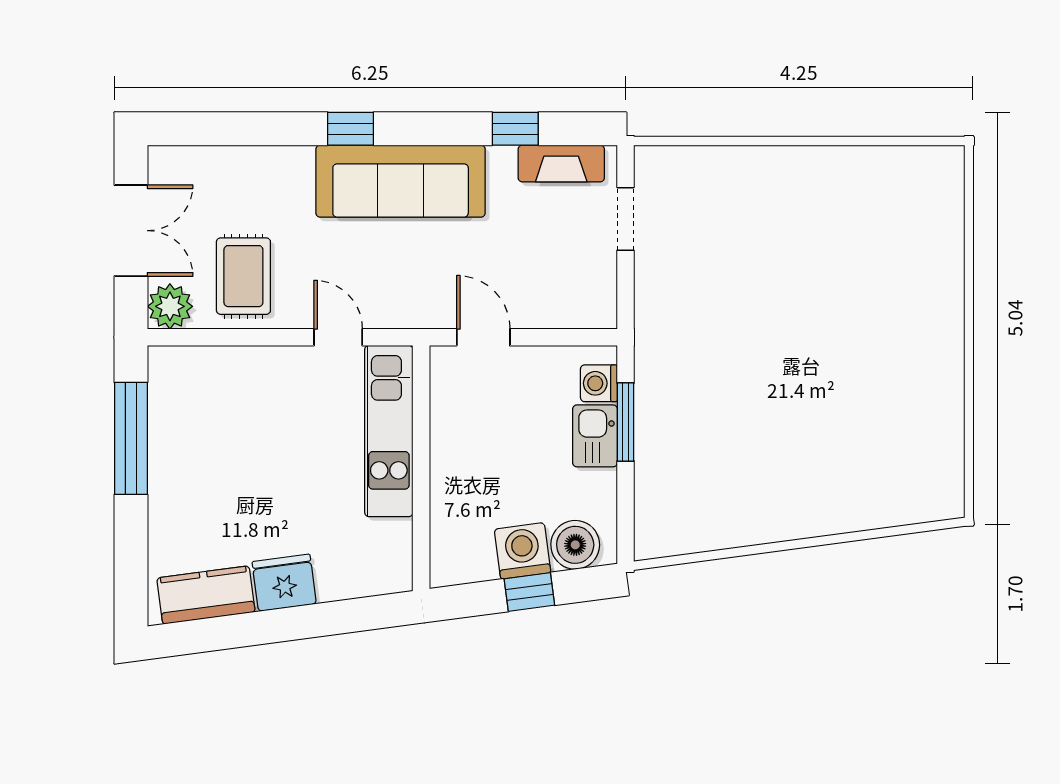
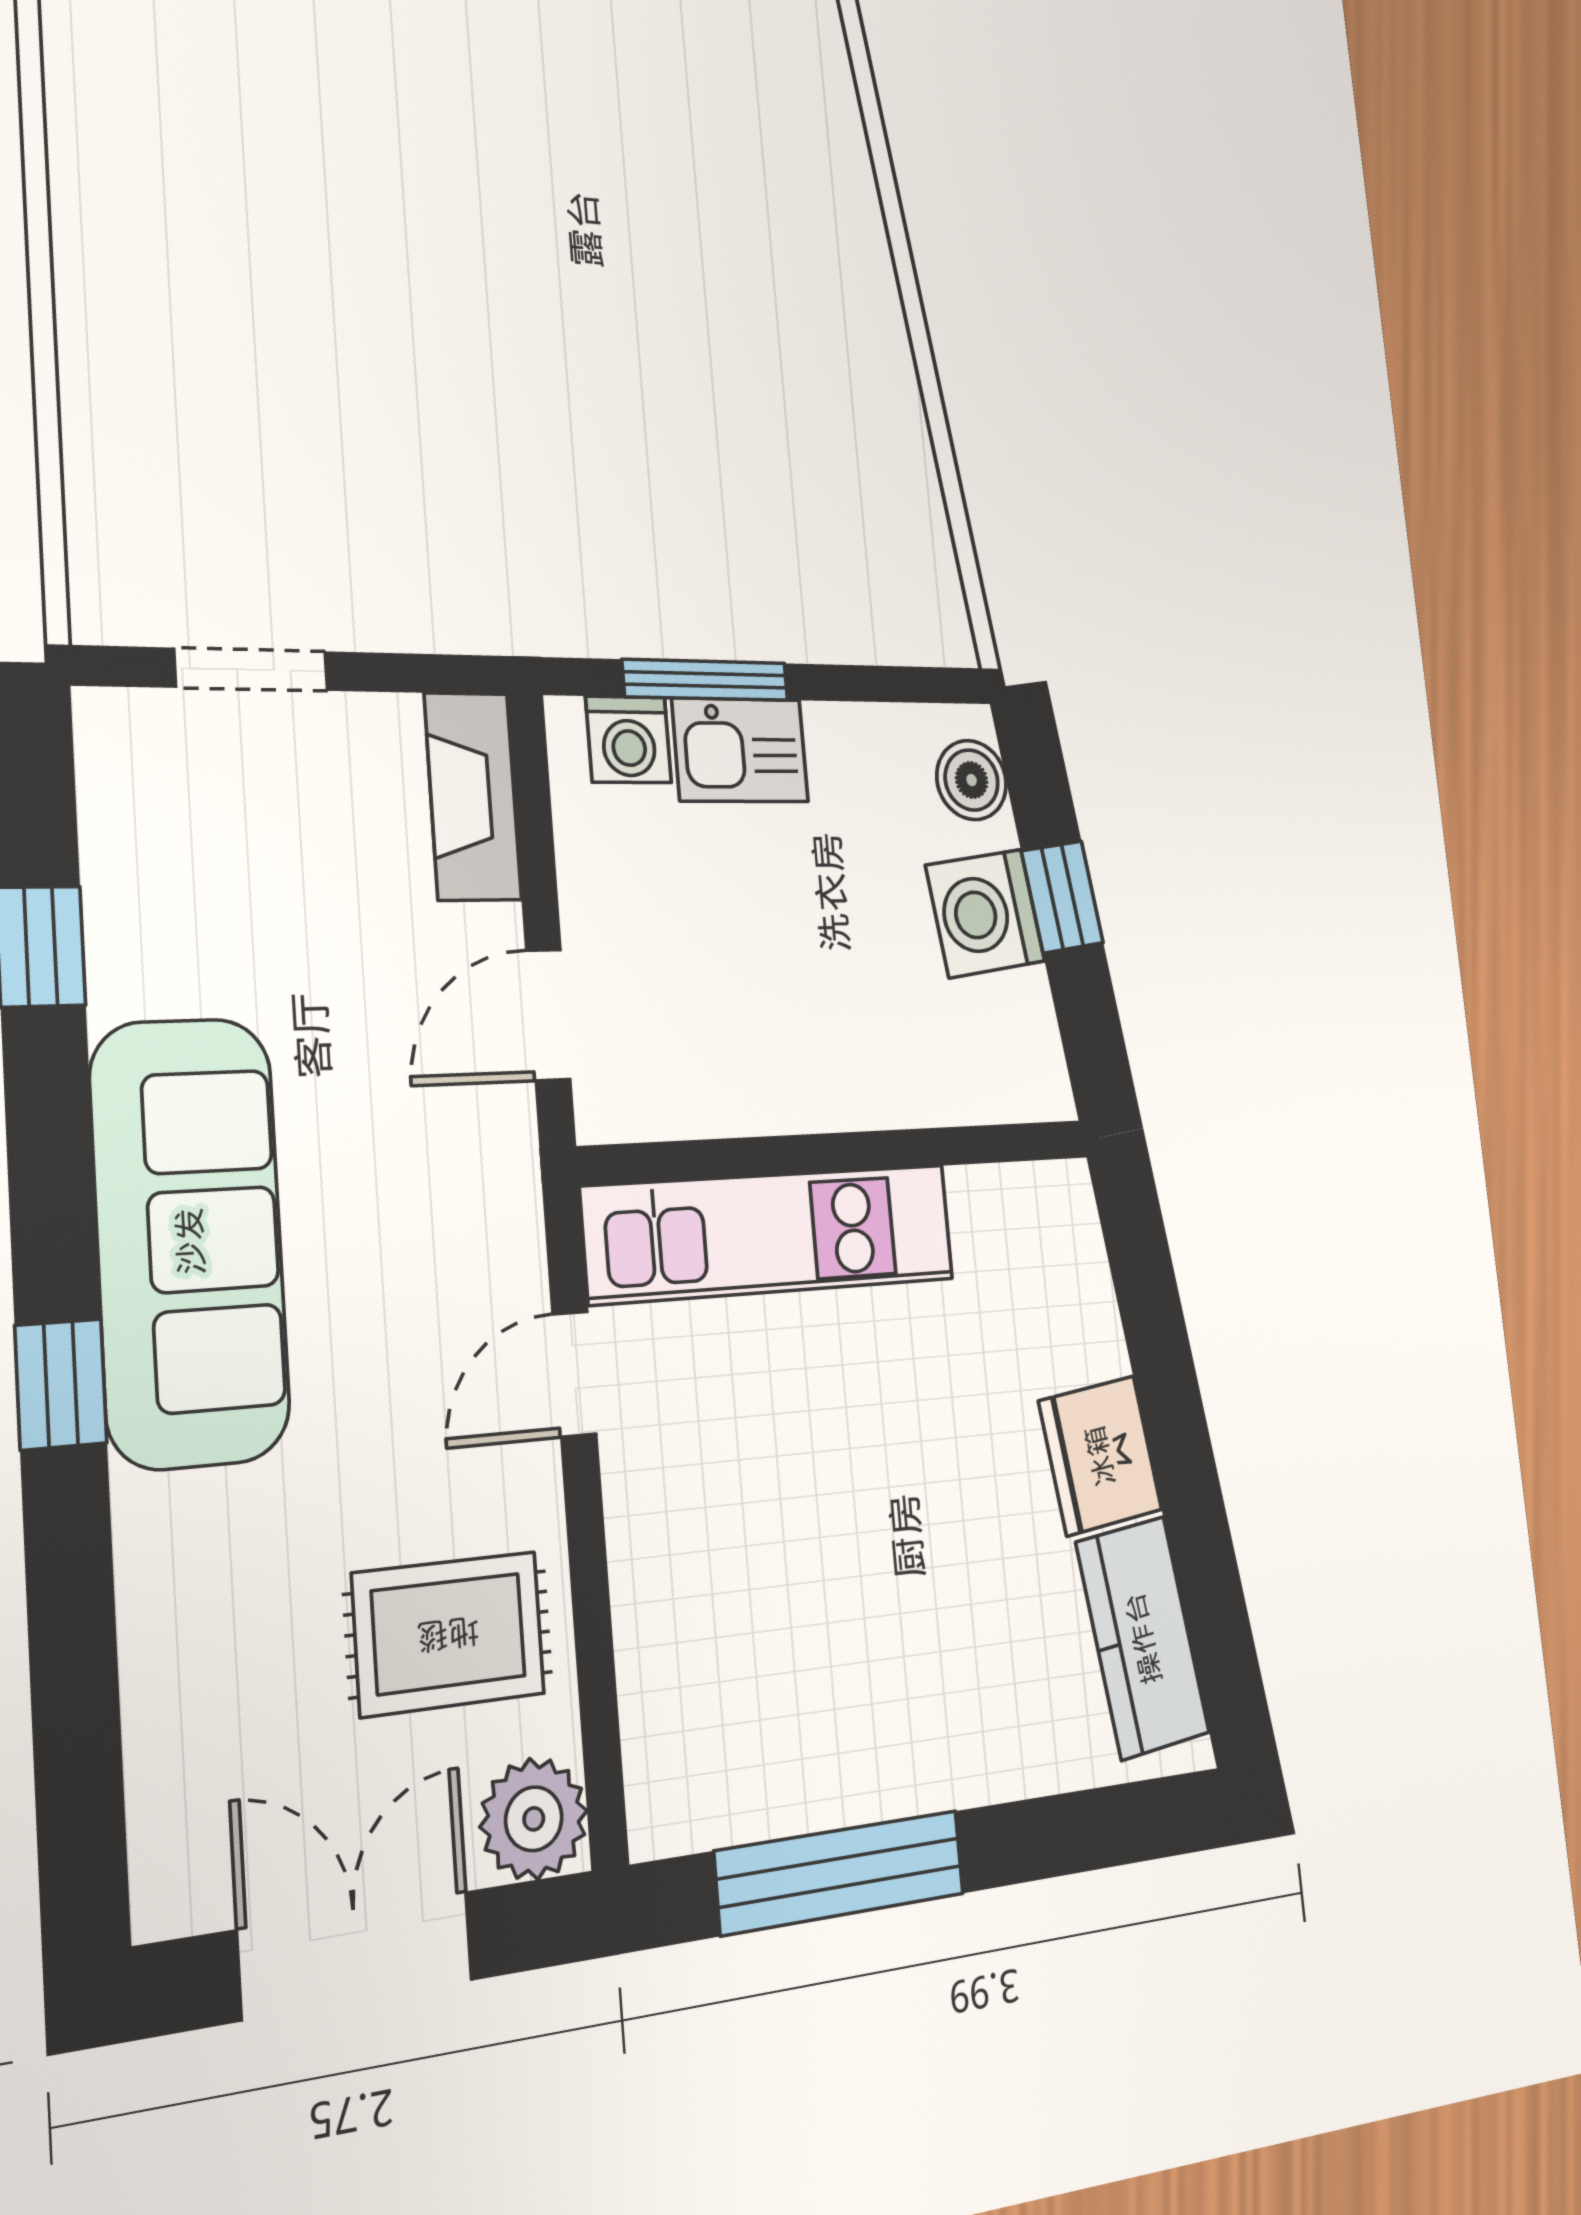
fireplace: (561, 164) -> (473, 796), moved, turned 180
boiler: (575, 545) -> (972, 780), width x0.73, depth x0.73

